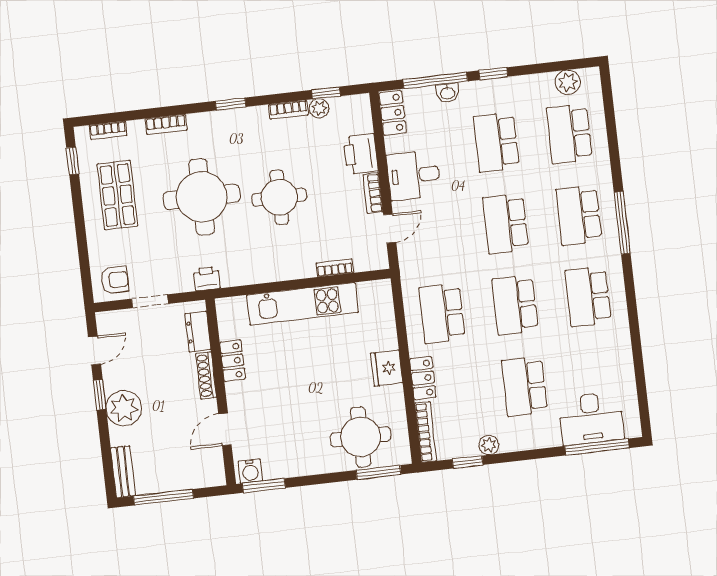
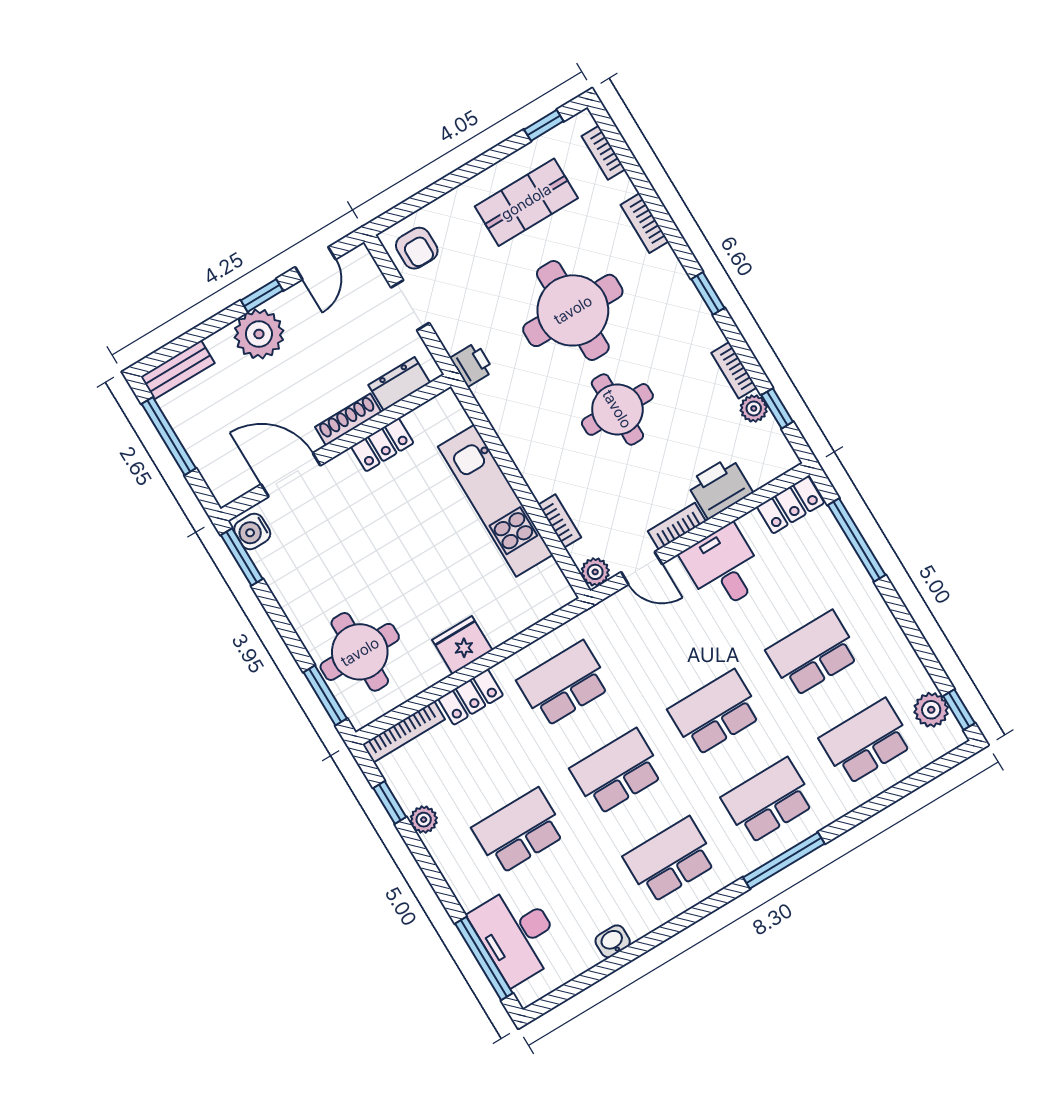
window: (493, 74) -> (959, 710), moved
washbasin: (448, 93) -> (613, 941), moved, turned 90
plant: (378, 260) -> (595, 572), added
door: (94, 350) -> (315, 263), hinge flipped
door: (225, 429) -> (291, 475), width x1.38

